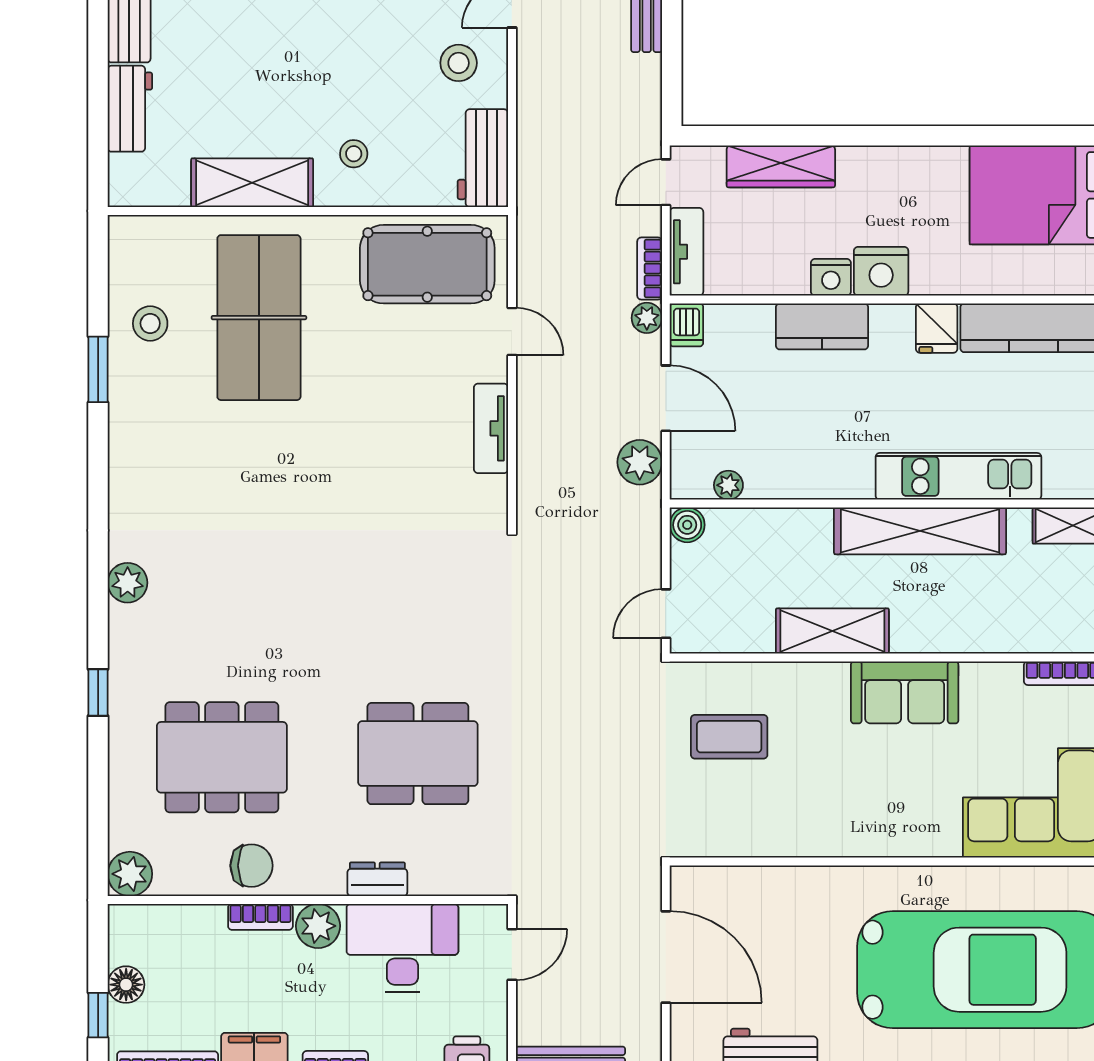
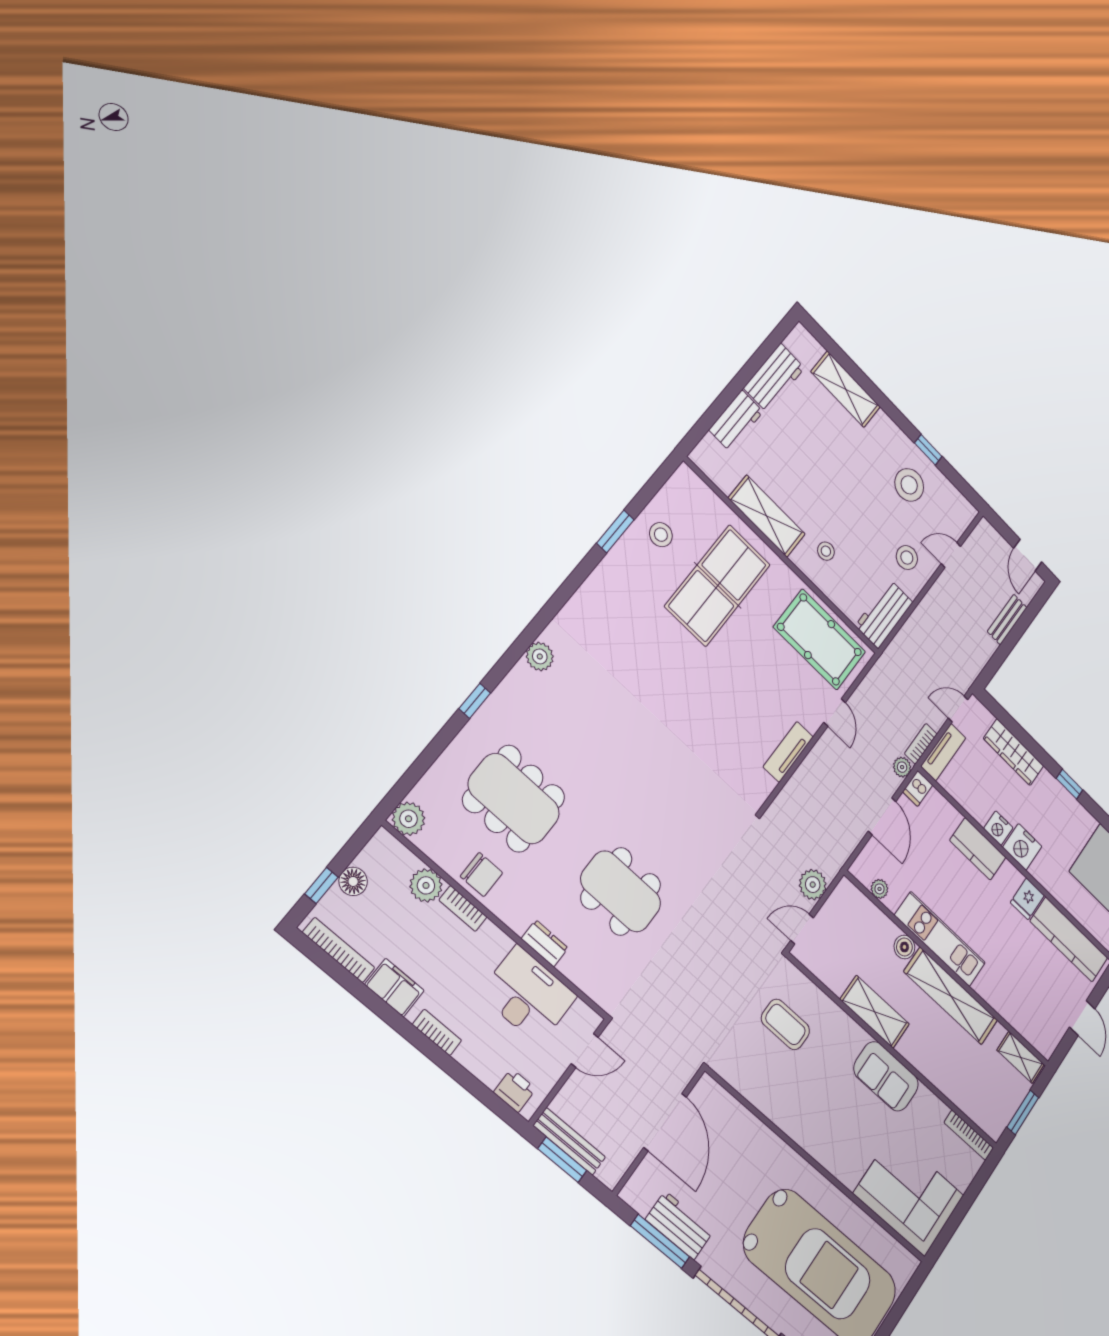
window: (888, 136) -> (1070, 784), added
plant: (640, 462) -> (813, 885), moved
kitchen unit: (958, 476) -> (940, 939), moved
boiler: (687, 525) -> (904, 947), moved
plant: (318, 926) -> (426, 885), moved

